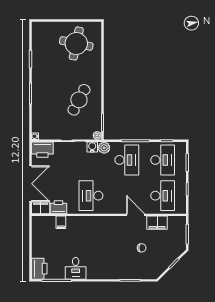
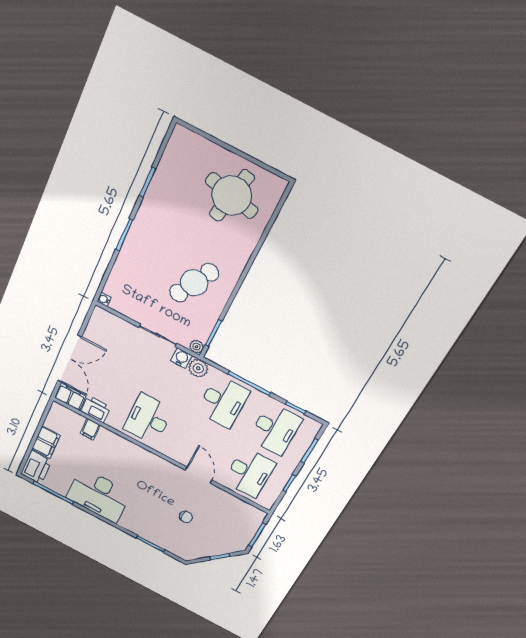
printer: (42, 150) -> (107, 323), removed
filing cabinet: (157, 223) -> (46, 442), moved, turned -90
desk: (76, 268) -> (99, 495), width x1.87, depth x1.30

